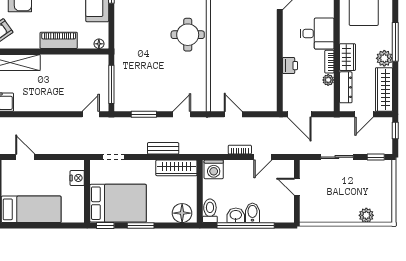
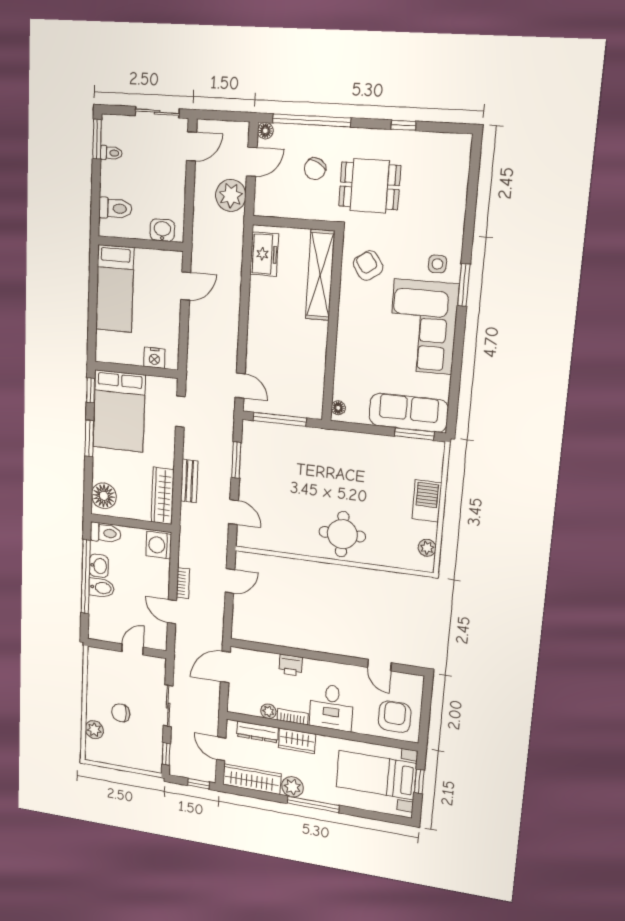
piano: (59, 40) -> (347, 350), removed
chair: (349, 194) -> (121, 713), added

